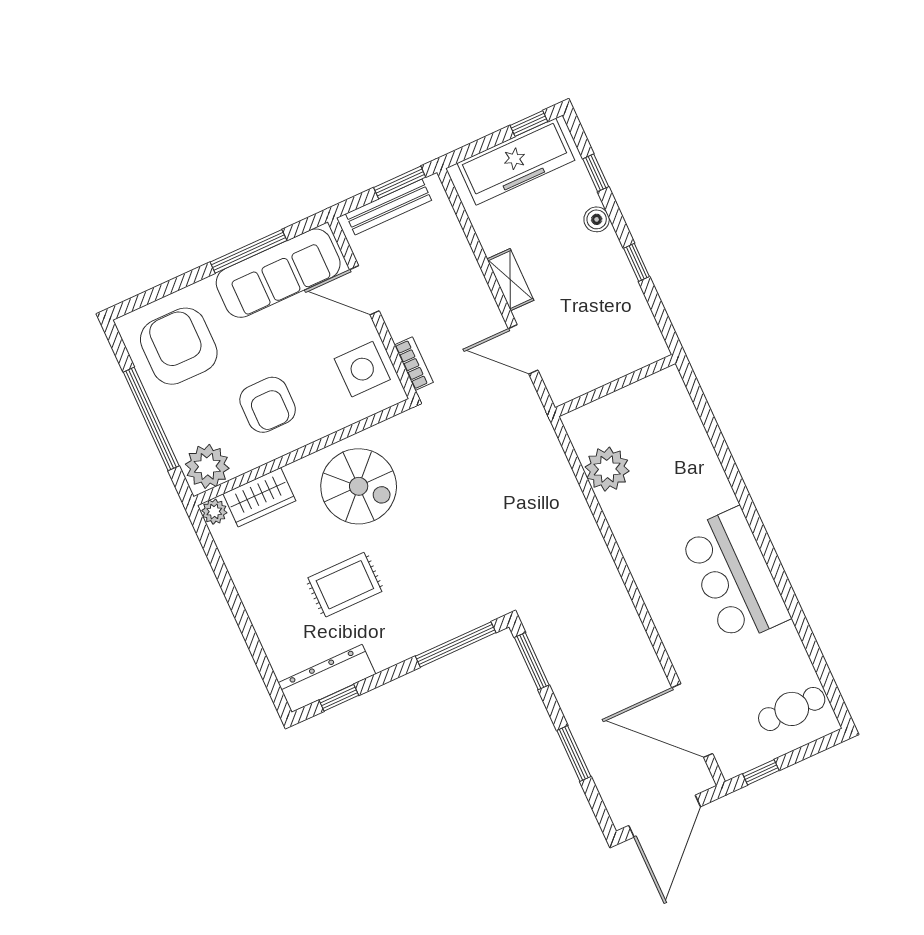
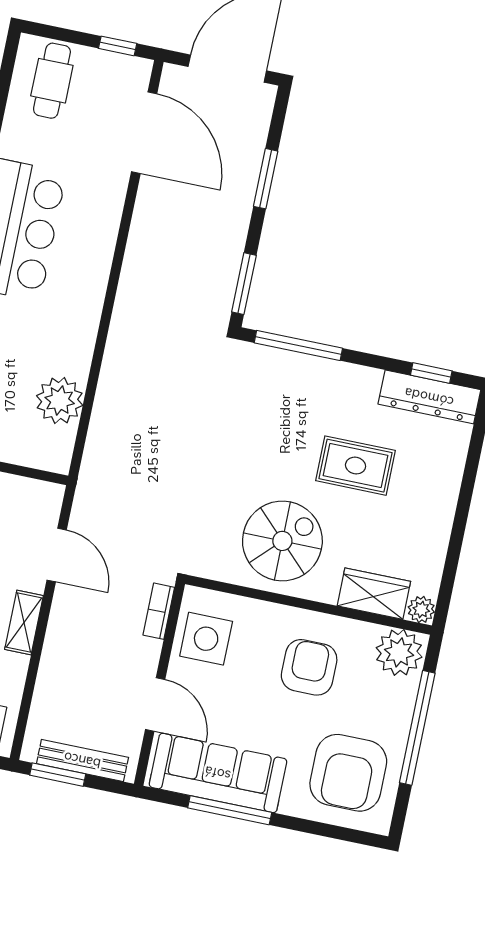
spiral stairs: (359, 486) -> (282, 541), turned 90
cafe table: (792, 709) -> (52, 81), turned 90

